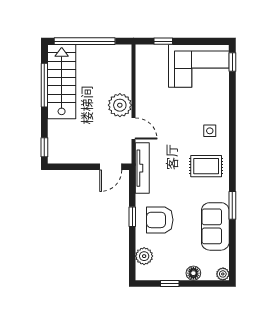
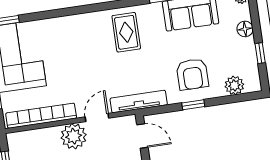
bookcase: (143, 79) -> (41, 116), added
side table: (210, 131) -> (87, 34), removed

